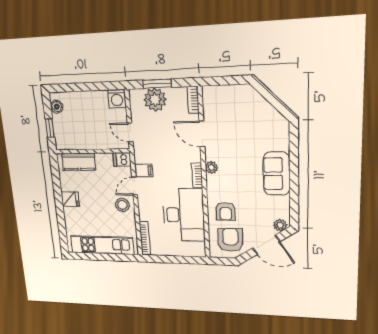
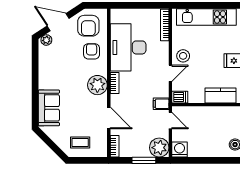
plant: (155, 100) -> (159, 148), moved
coffee table: (236, 103) -> (80, 142), added
plant: (211, 167) -> (97, 85), width x1.88, depth x1.88
filing cabinet: (144, 170) -> (161, 104), moved
sofa: (277, 174) -> (49, 108), moved

